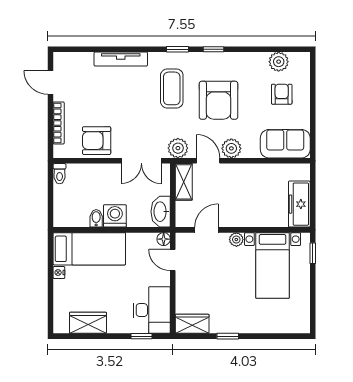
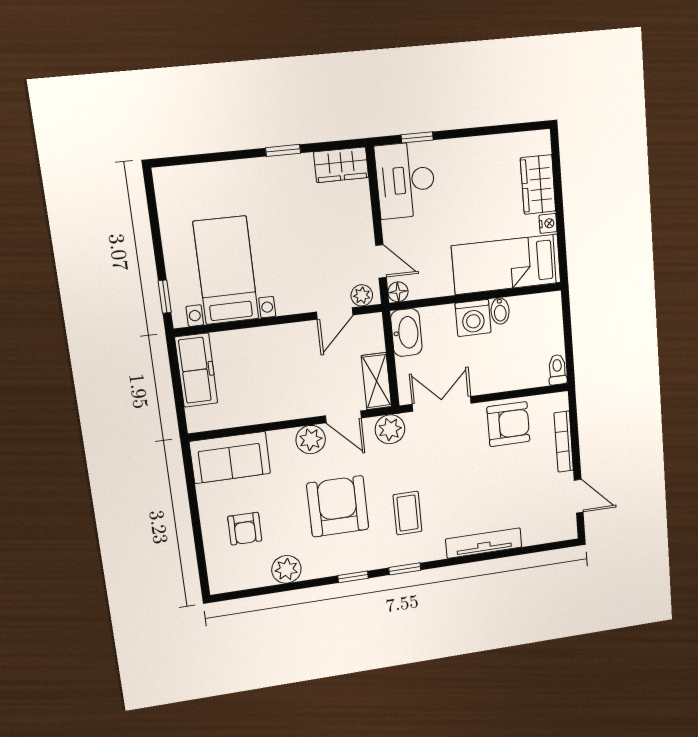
plant: (279, 62) -> (286, 569), moved
coffee table: (172, 88) -> (408, 513), width x0.73, depth x0.77
plant: (236, 240) -> (362, 295), moved
wardrobe: (88, 323) -> (538, 185), moved, turned 90

